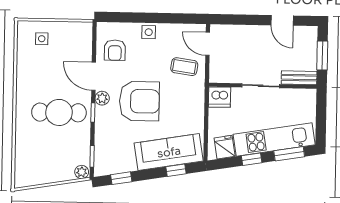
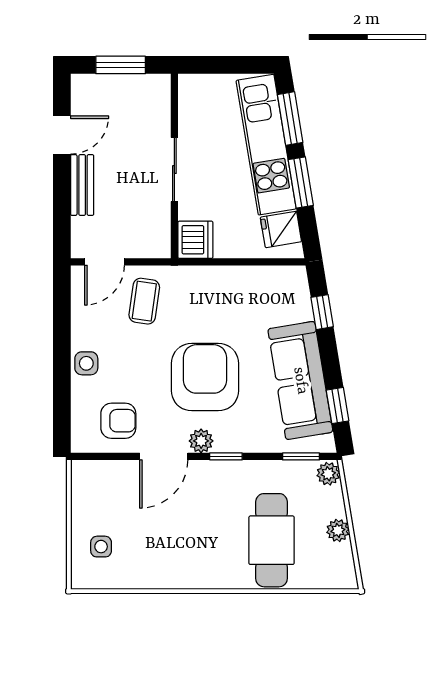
bench: (299, 78) -> (82, 185), moved
cafe table: (59, 112) -> (272, 540), moved
sofa: (169, 152) -> (300, 381), moved
window: (252, 159) -> (301, 183), width x1.50
plant: (48, 177) -> (338, 530), added

